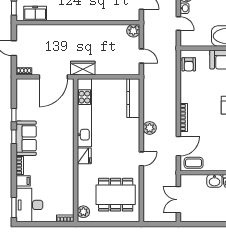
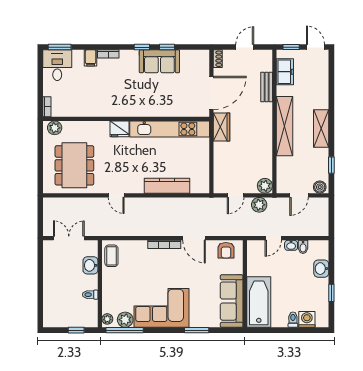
shelving: (82, 14) -> (284, 126), added
bench: (48, 29) -> (267, 87), added
armchair: (189, 64) -> (226, 250), turned -90
door: (53, 77) -> (211, 93), swing flipped
kitchen counter: (133, 98) -> (167, 186), moved
plant: (150, 128) -> (259, 205), moved
sofa: (26, 138) -> (159, 61), moved
door: (178, 146) -> (194, 238), moved
washbasin: (214, 181) -> (90, 265), moved
desk: (29, 205) -> (57, 65), width x0.73

